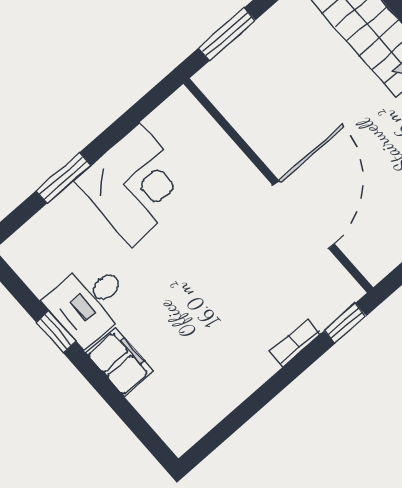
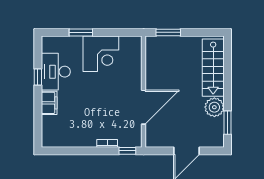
desk: (89, 302) -> (56, 72), width x1.37

